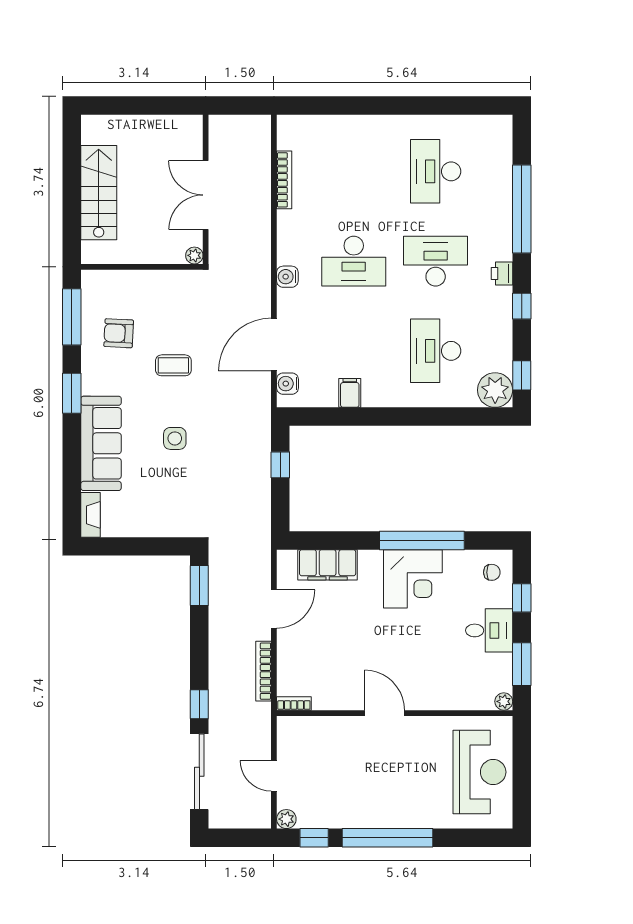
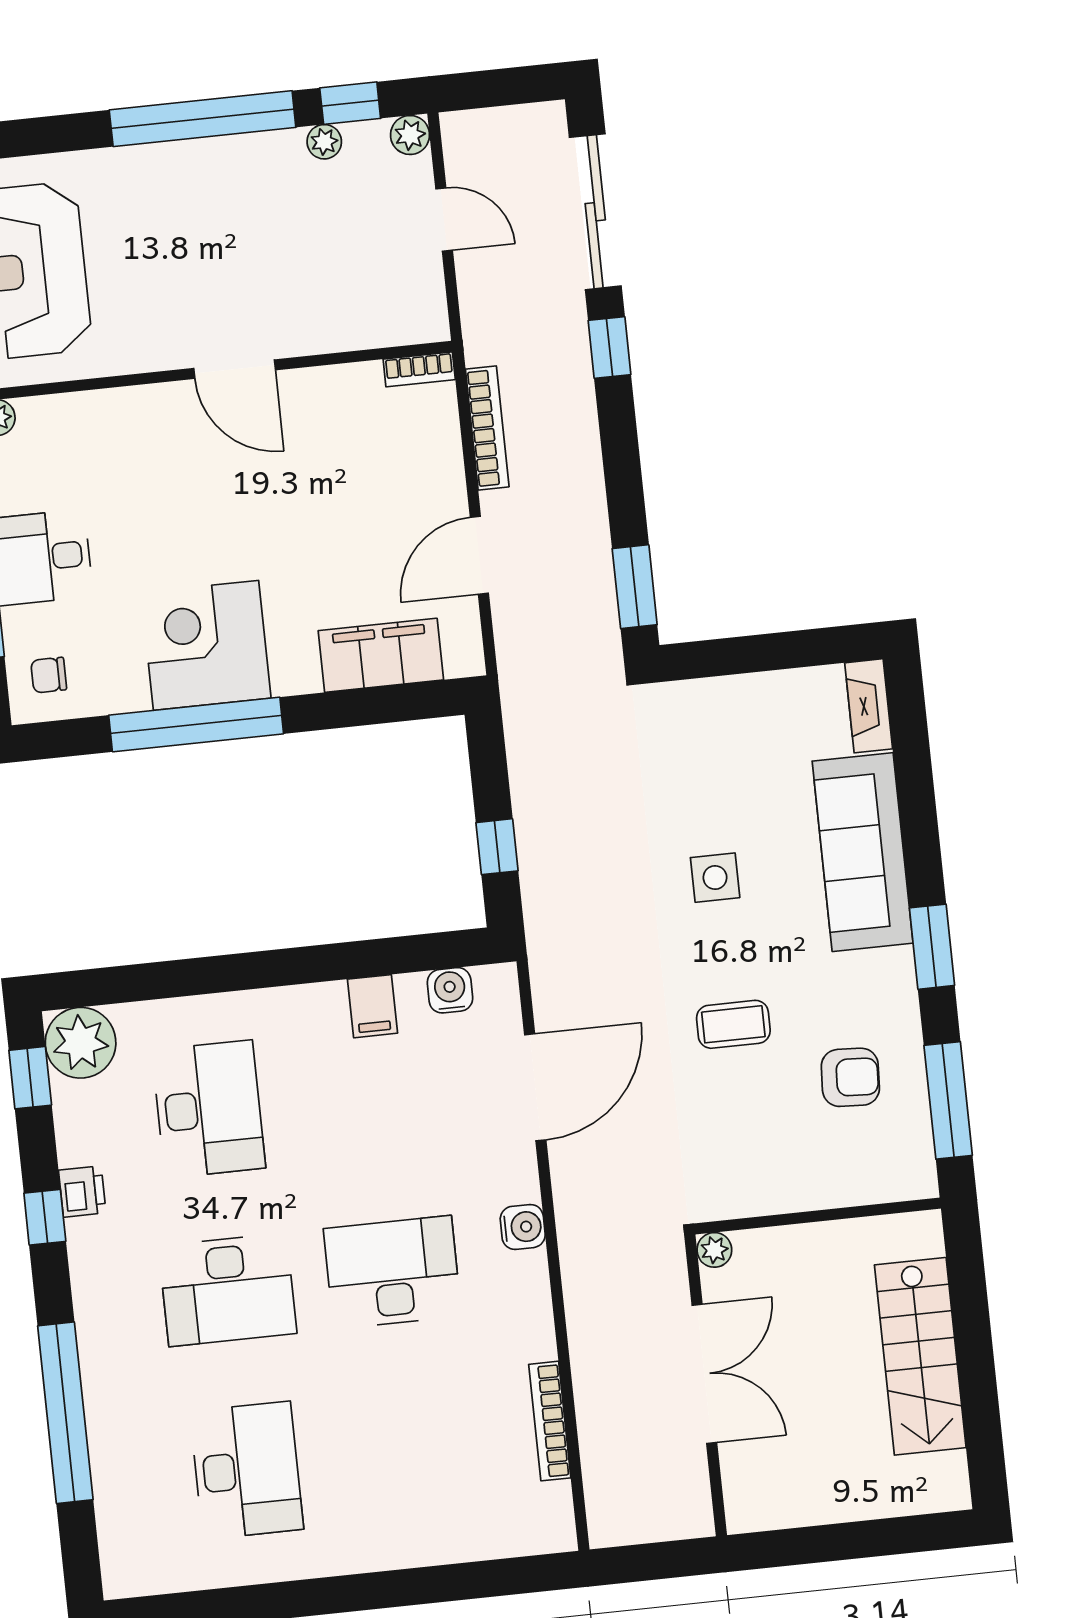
printer: (502, 274) -> (82, 1192), moved
water cooler: (287, 384) -> (450, 990), moved, turned -90
plant: (329, 820) -> (324, 142), added

